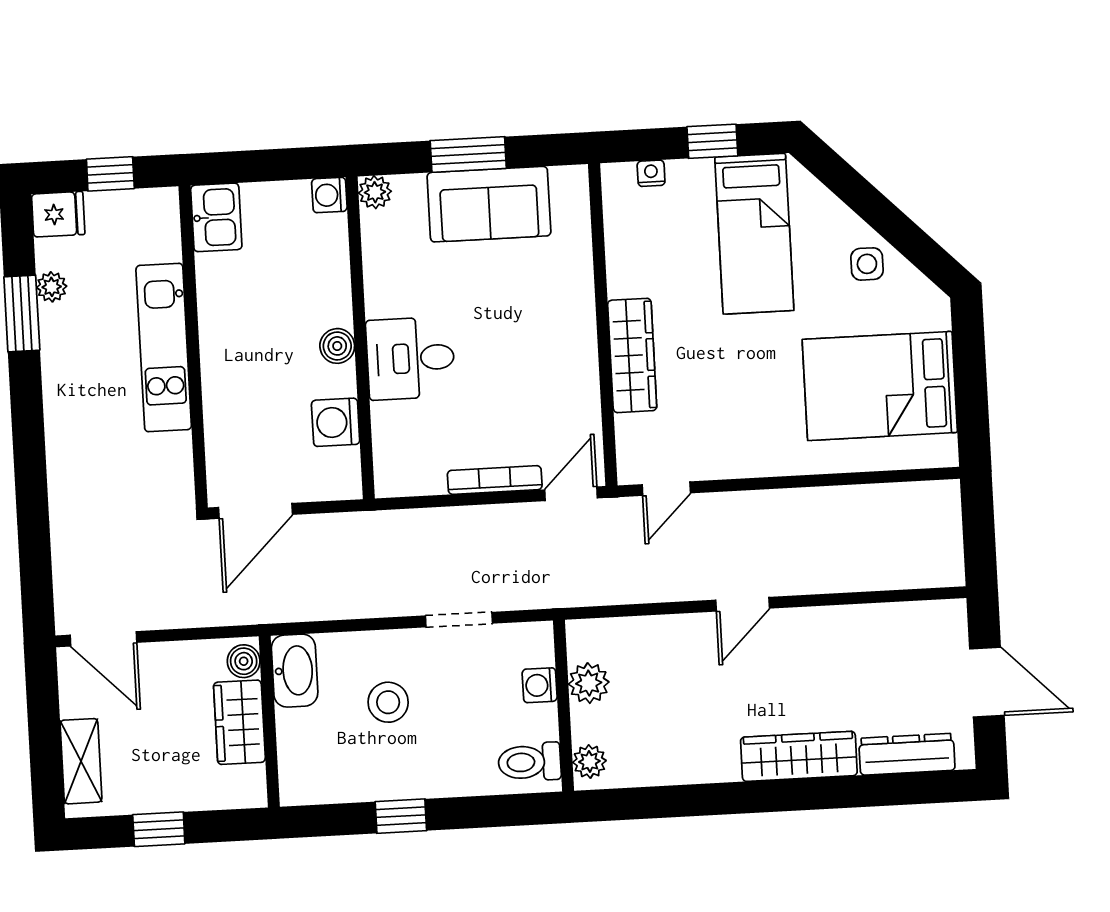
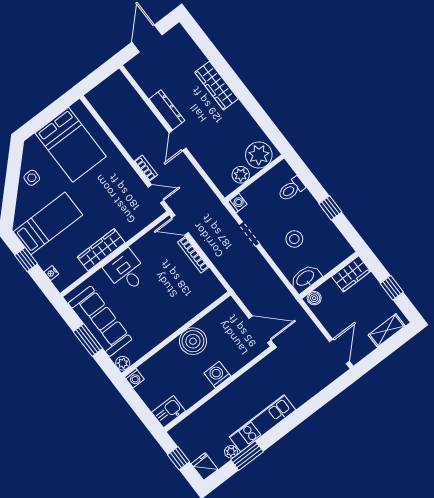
sofa: (489, 204) -> (100, 321), width x1.36
boiler: (337, 346) -> (193, 341), width x1.86, depth x1.86
kitchen unit: (164, 348) -> (262, 423), moved, turned 180
wardrobe: (632, 355) -> (101, 250), moved
desk: (411, 358) -> (126, 271), moved, turned 180
washing machine: (336, 422) -> (217, 375), moved, turned 180
bookcase: (731, 503) -> (146, 168), added
door: (743, 604) -> (178, 141), swing flipped
washing machine: (540, 685) -> (237, 203), moved, turned -90
wardrobe: (239, 722) -> (351, 274), moved
dresser: (907, 754) -> (167, 110), moved, turned 180
toilet: (530, 762) -> (291, 189), moved, turned 90
plant: (589, 762) -> (259, 155), width x1.88, depth x1.88

